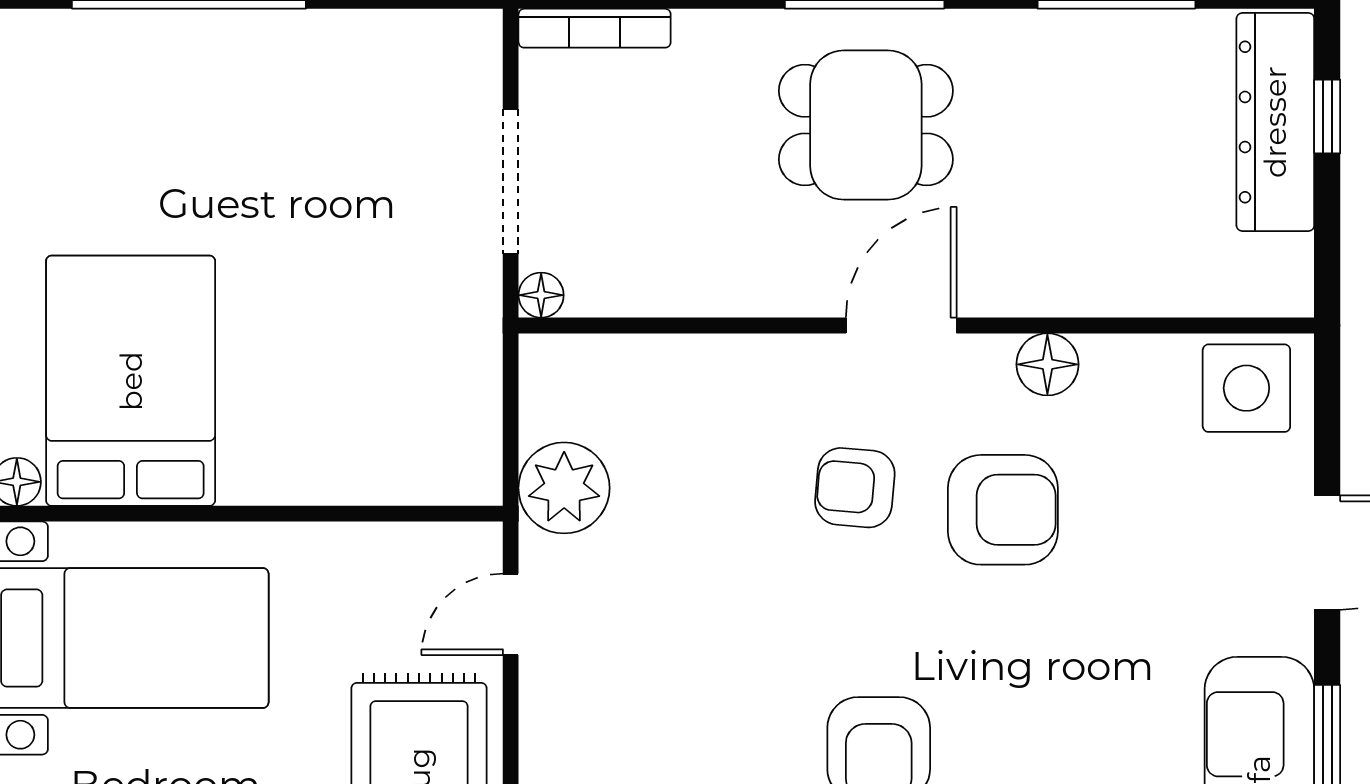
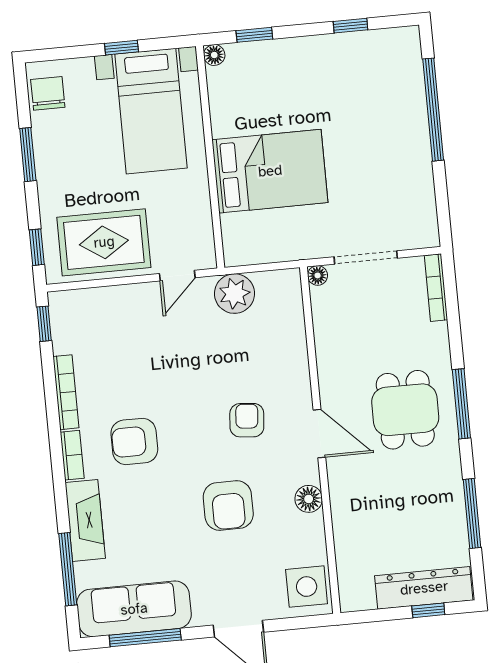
bed: (131, 381) -> (270, 171), moved
armchair: (1003, 510) -> (228, 506), moved
door: (511, 614) -> (177, 276), swing flipped

